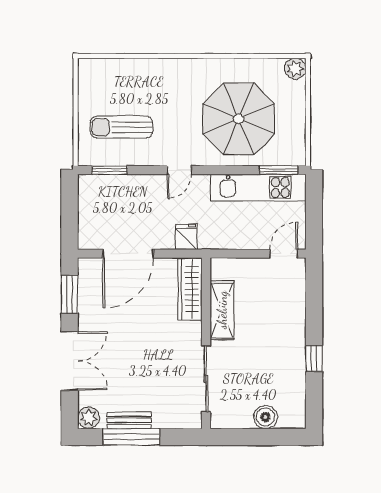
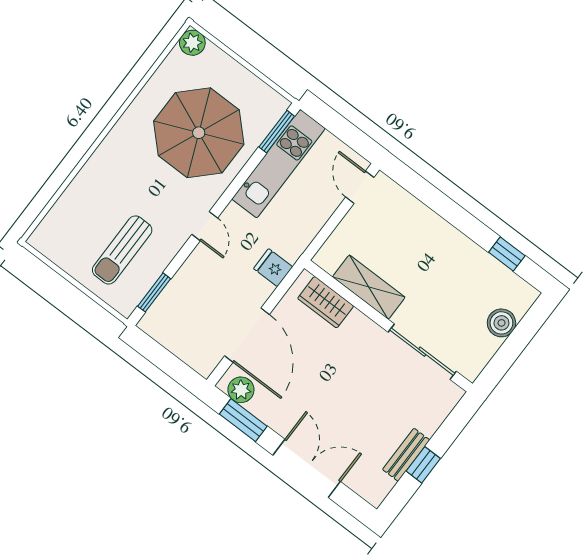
wardrobe: (190, 289) -> (326, 302), width x0.67
window: (314, 358) -> (507, 254), moved
plant: (89, 418) -> (241, 390), moved
window: (131, 437) -> (423, 465), width x0.46

